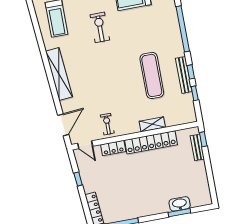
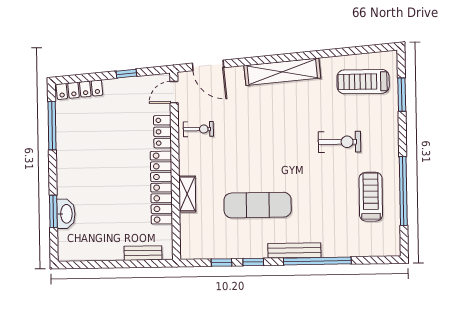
bench: (184, 75) -> (294, 250), moved
window: (203, 139) -> (153, 264), removed

